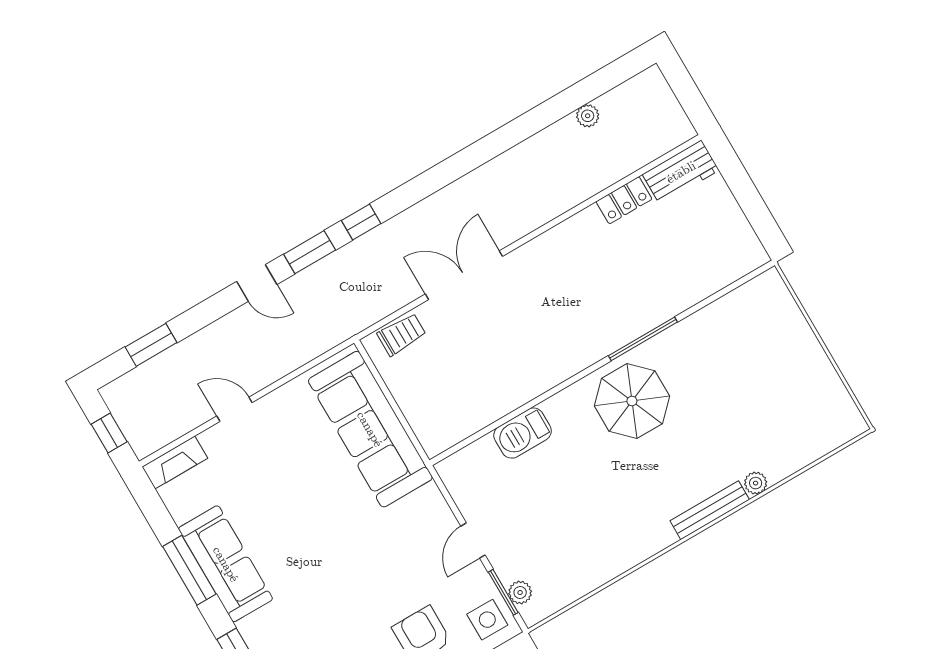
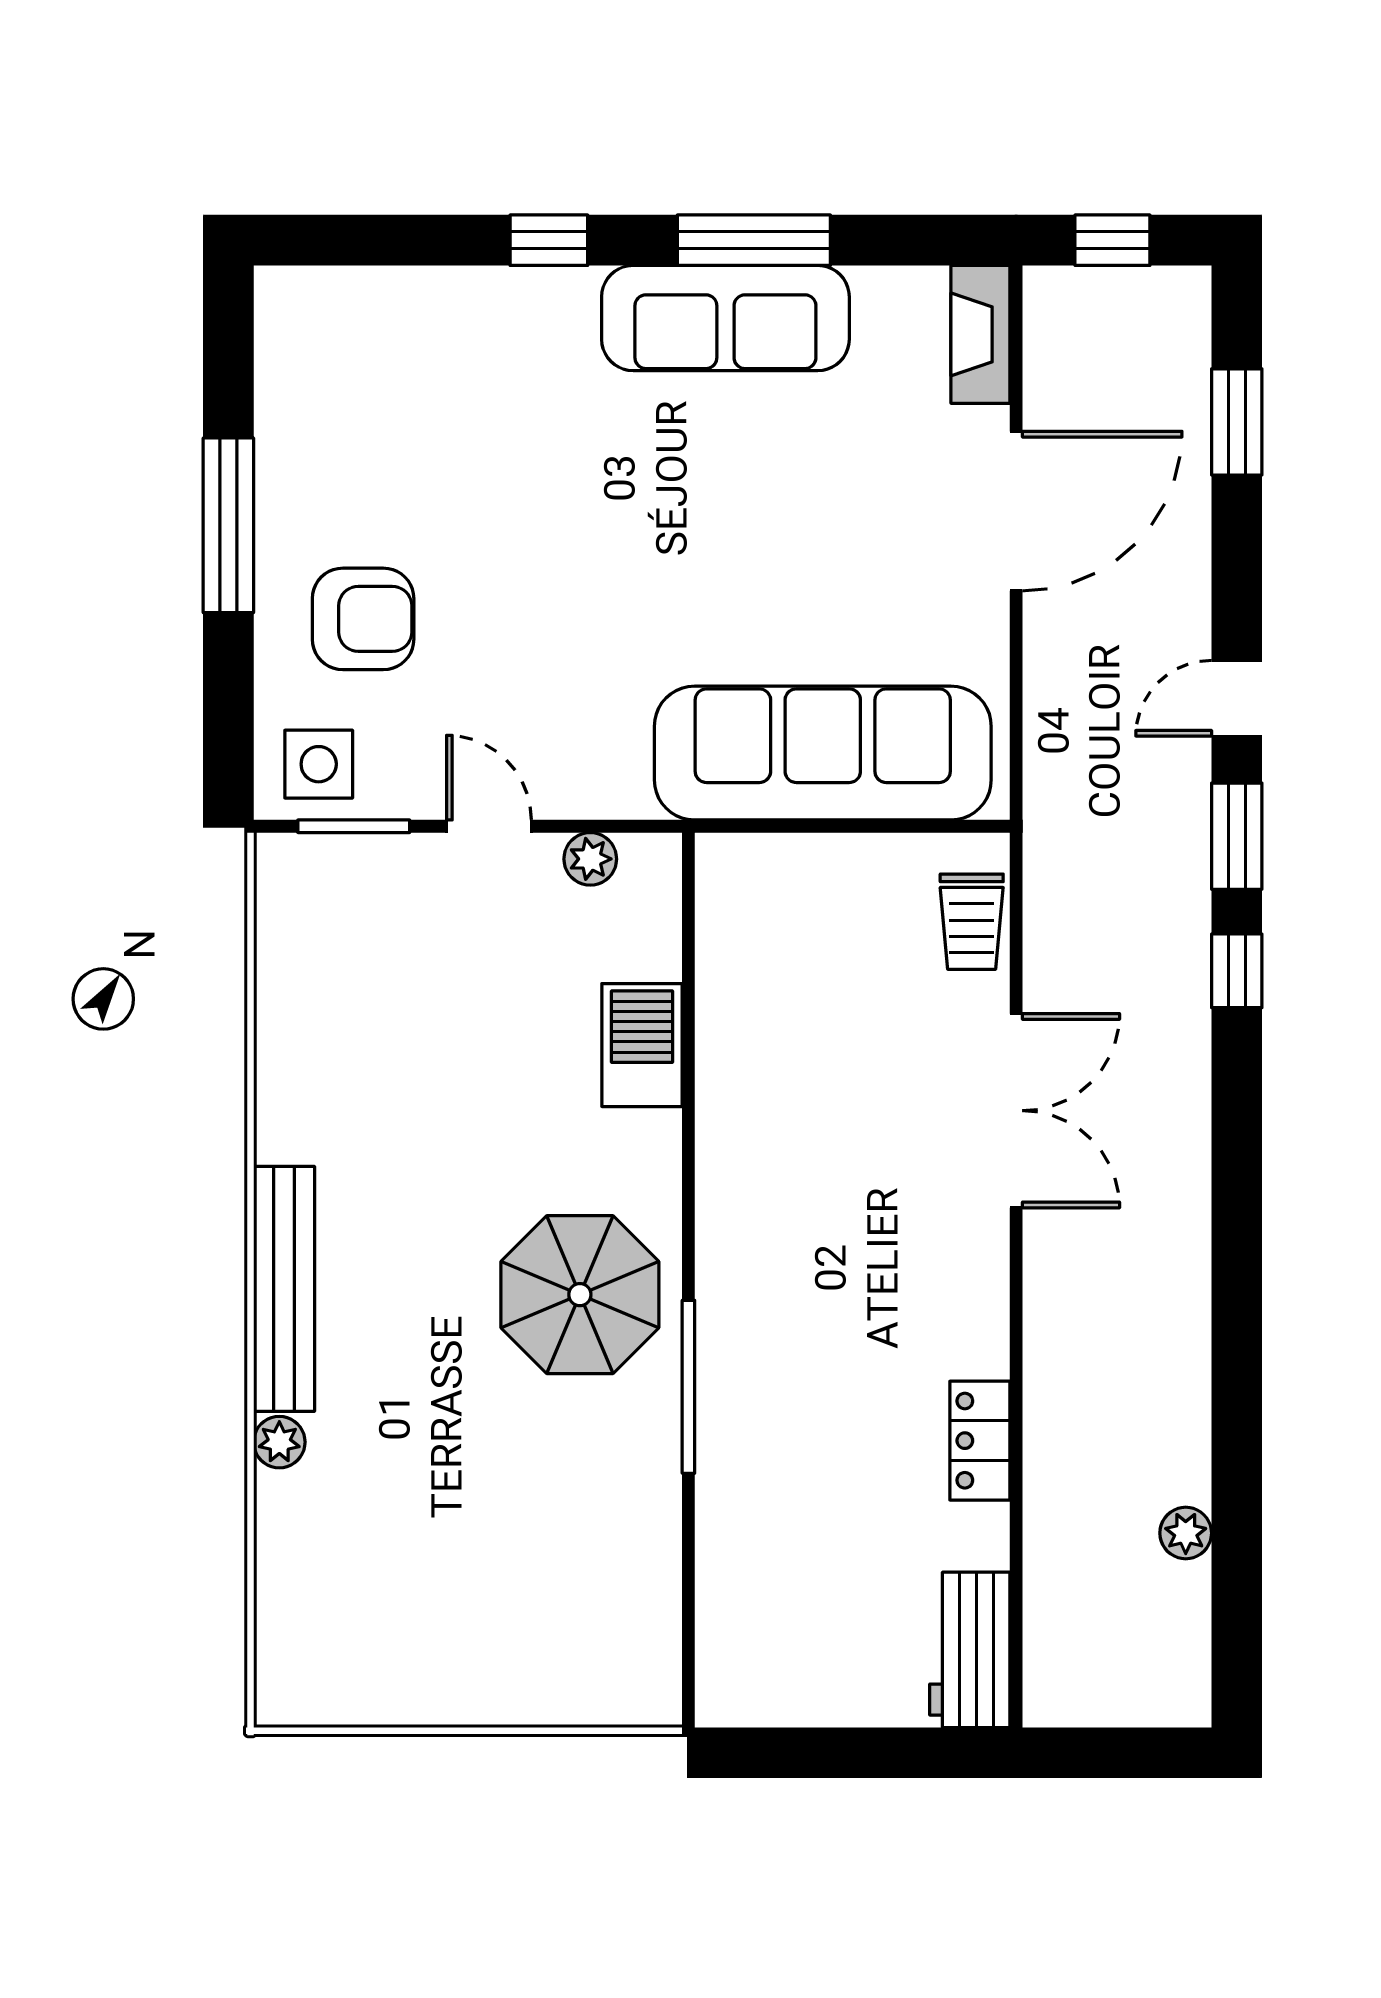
locker: (624, 200) -> (980, 1441), moved
door: (234, 409) -> (1016, 511), width x1.88
bench: (710, 510) -> (284, 1289), width x1.37, depth x1.21
plant: (520, 592) -> (590, 859), moved

